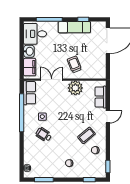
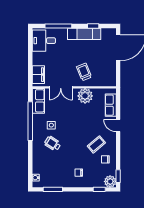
washbasin: (29, 51) -> (38, 58), removed
double door: (52, 80) -> (61, 87), swing flipped
door: (108, 117) -> (118, 125), swing flipped
plant: (100, 172) -> (110, 181), added

